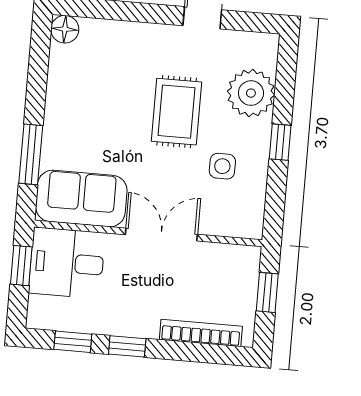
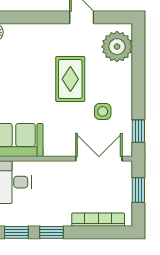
plant: (251, 93) -> (117, 47), moved
window: (280, 142) -> (138, 131), moved
double door: (161, 235) -> (99, 159), moved

